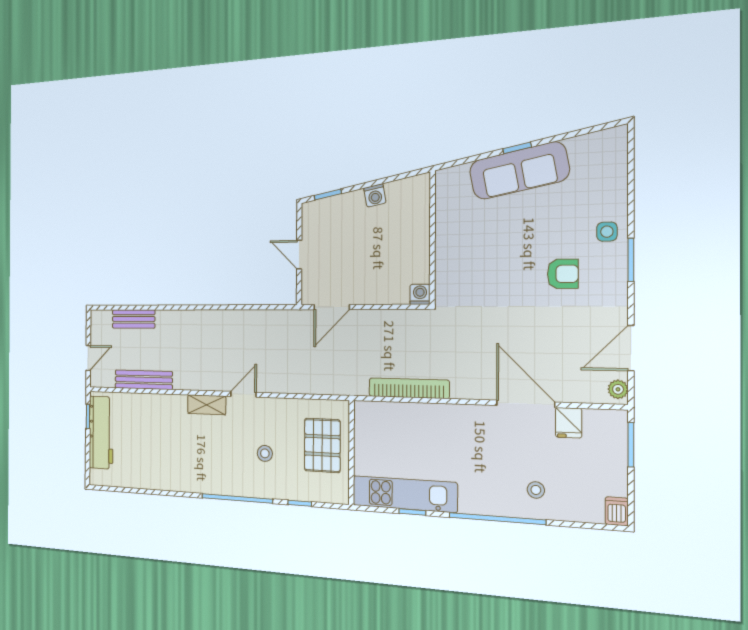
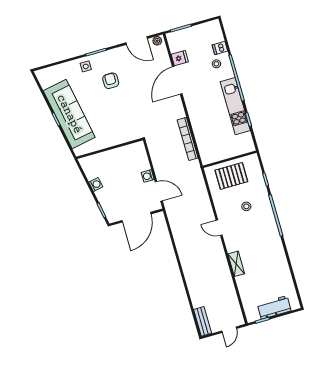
sofa: (519, 171) -> (69, 114), width x1.36, depth x1.27
door: (299, 255) -> (137, 217), width x1.88
washing machine: (420, 294) -> (148, 176), moved
bench: (134, 319) -> (203, 321), moved
door: (88, 358) -> (229, 330), swing flipped
bench: (144, 380) -> (230, 290), removed
shelving: (207, 405) -> (236, 264), moved
workbench: (101, 432) -> (274, 307), width x0.73
kitchen unit: (404, 494) -> (235, 106), moved
dishwasher: (617, 511) -> (220, 48), moved

